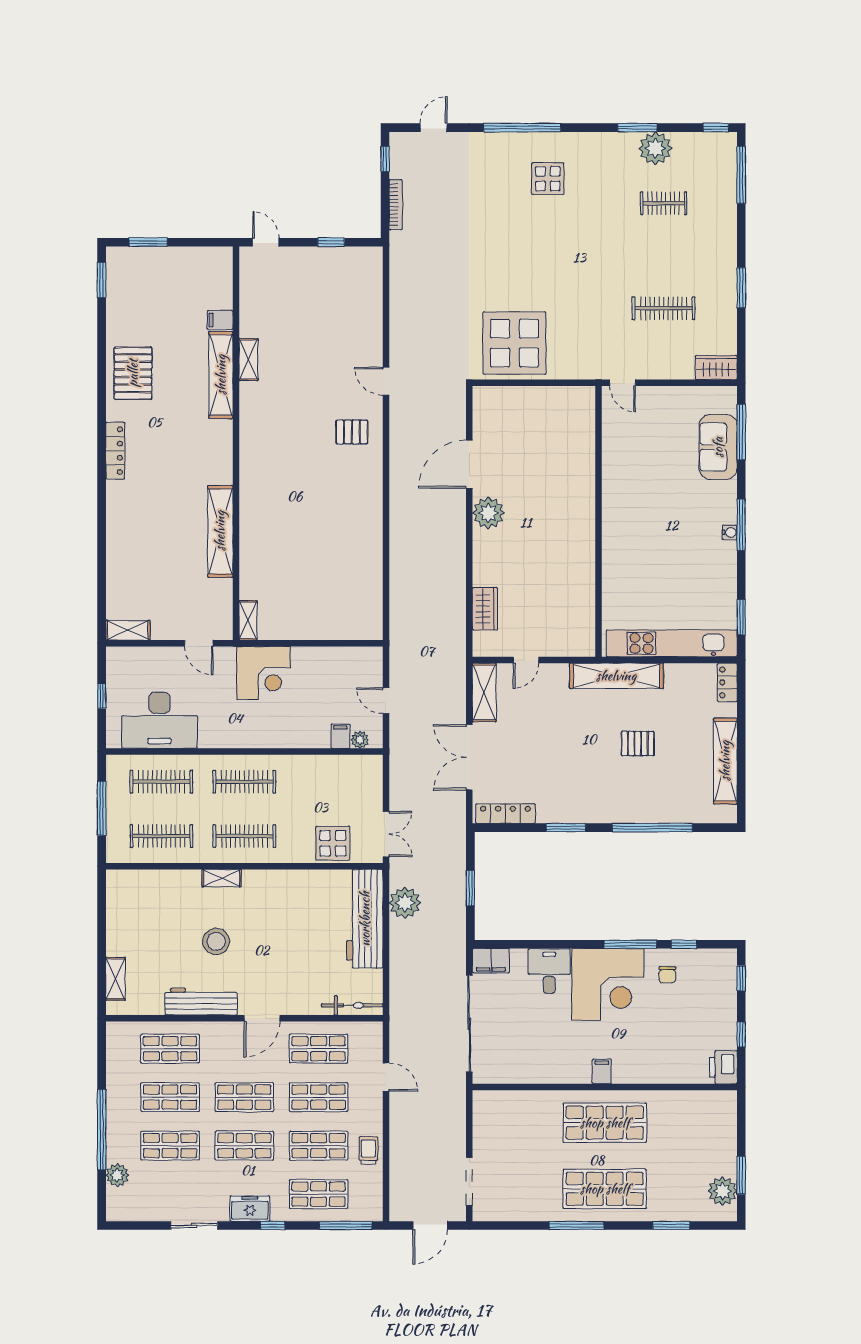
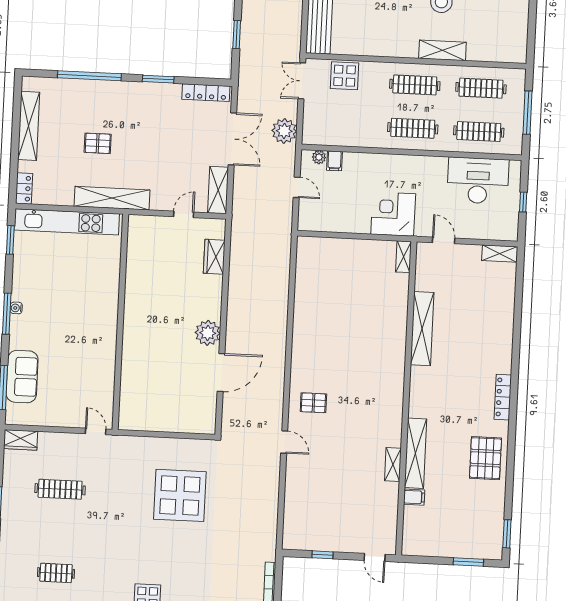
display table: (515, 343) -> (180, 495), moved
shelving: (222, 878) -> (442, 50), width x1.50, depth x1.33
plant: (405, 903) -> (284, 131), moved

